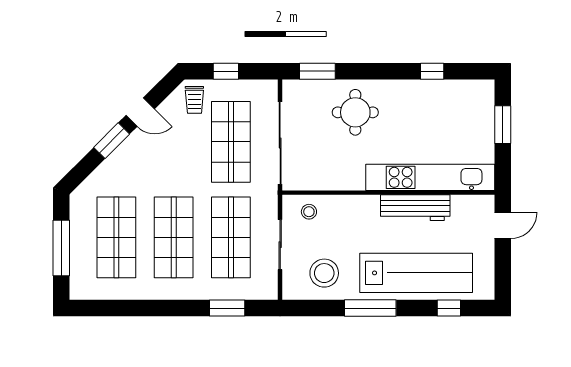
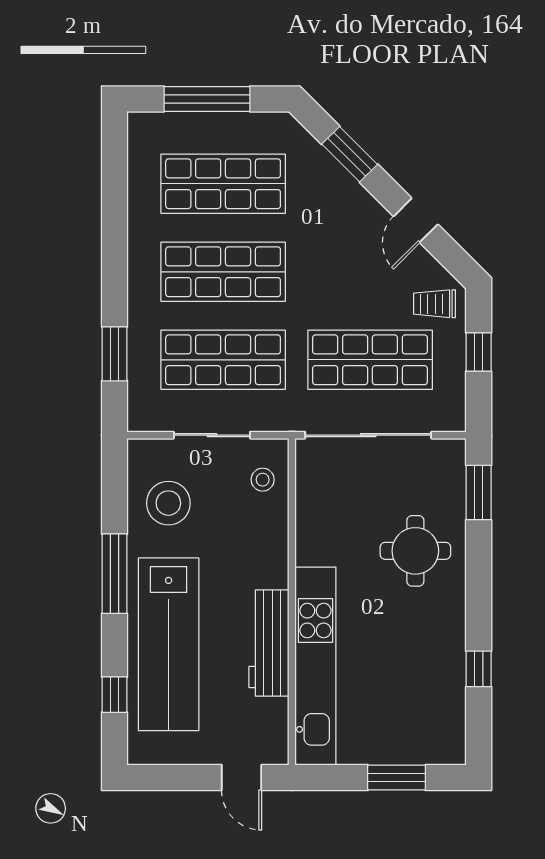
window: (112, 141) -> (350, 154), moved

